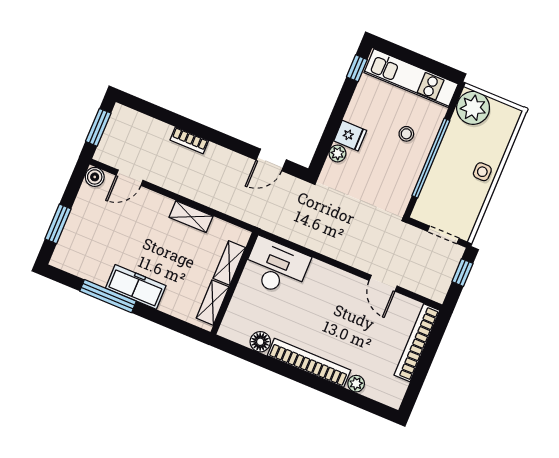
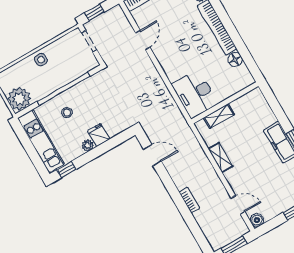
plant: (337, 153) -> (88, 145), moved
shelving: (213, 303) -> (245, 101), removed

